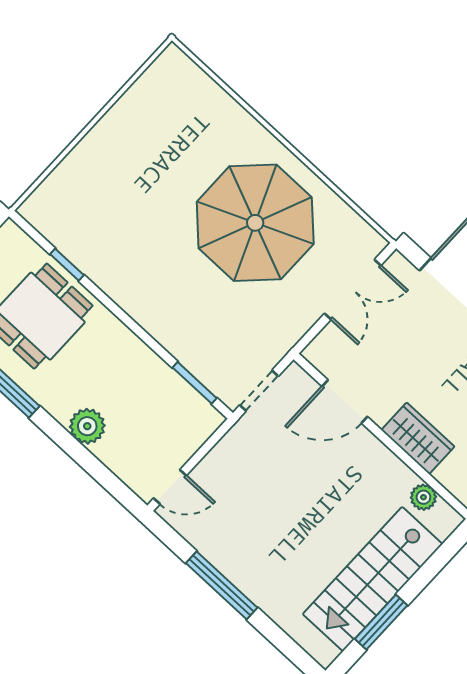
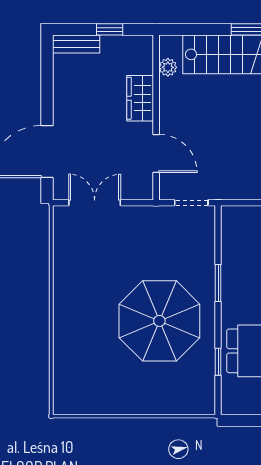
parasol: (255, 223) -> (159, 321), moved
window: (195, 383) -> (218, 283), moved

